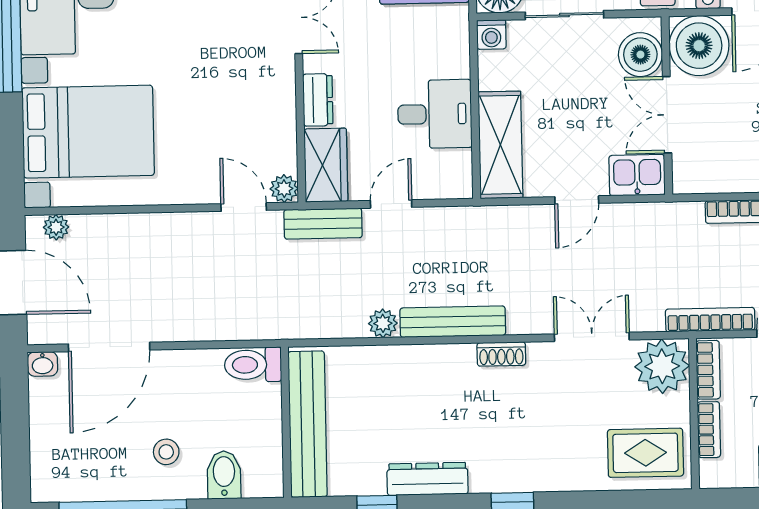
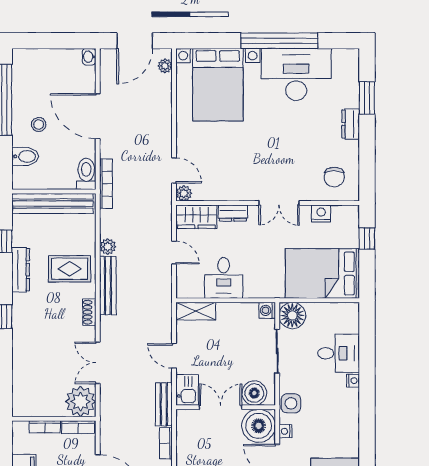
shelving: (500, 145) -> (196, 311), width x0.67, depth x0.75
door: (244, 207) -> (174, 170), hinge flipped
bench: (323, 224) -> (164, 404), moved
bookcase: (710, 320) -> (106, 184), moved
double door: (592, 337) -> (98, 363), swing flipped
door: (109, 347) -> (98, 116), moved
rug: (645, 453) -> (70, 269), moved, turned 90

